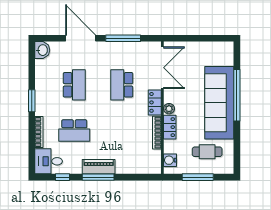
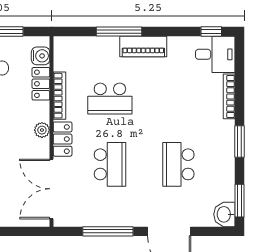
window: (32, 60) -> (240, 201), added
locker: (170, 127) -> (41, 84), moved
school desk: (74, 131) -> (110, 99), moved, turned 180
window: (63, 177) -> (211, 31), moved
window: (98, 177) -> (119, 31), moved

